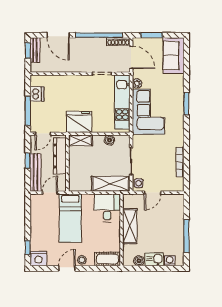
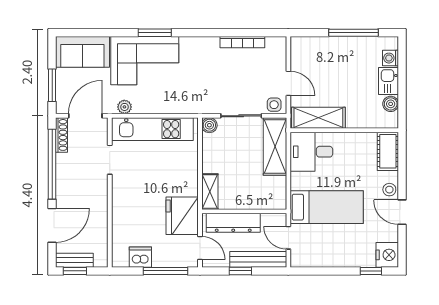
corner sofa: (148, 112) -> (145, 61), moved, turned 180
fridge: (79, 122) -> (182, 216), moved
boiler: (109, 140) -> (209, 125), moved
shelving: (130, 226) -> (318, 118), moved

